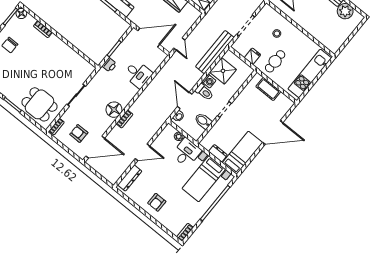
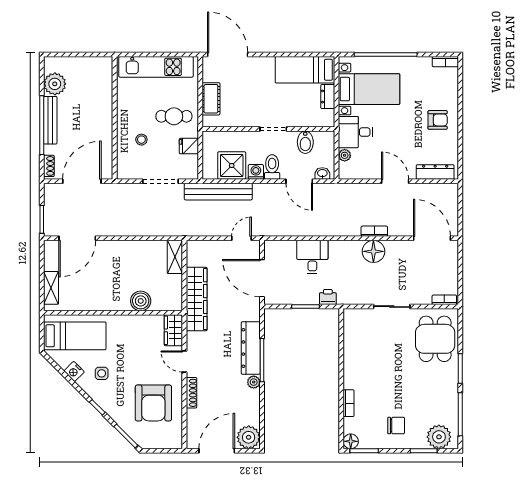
door: (185, 100) -> (299, 181), hinge flipped
door: (273, 132) -> (228, 54), moved
armchair: (79, 133) -> (432, 269), removed

